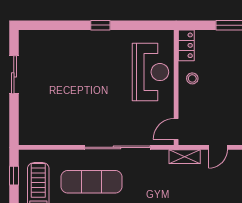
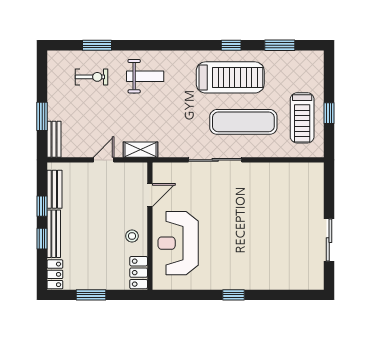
door: (176, 129) -> (150, 195), moved
sliding door: (117, 147) -> (215, 160), width x0.73
window: (14, 176) -> (329, 113), moved

